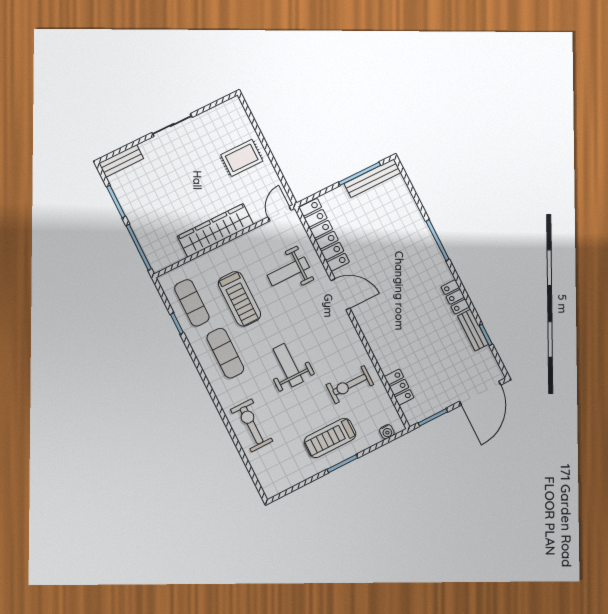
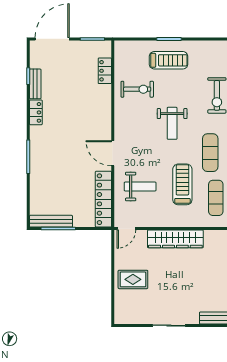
water cooler: (387, 432) -> (128, 45), removed

